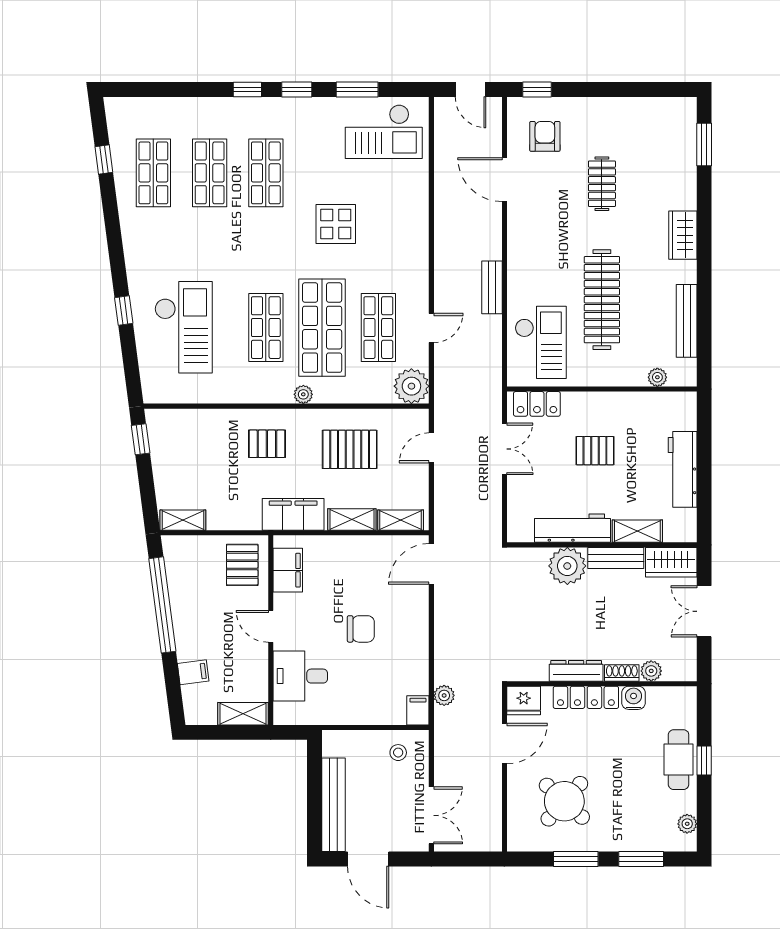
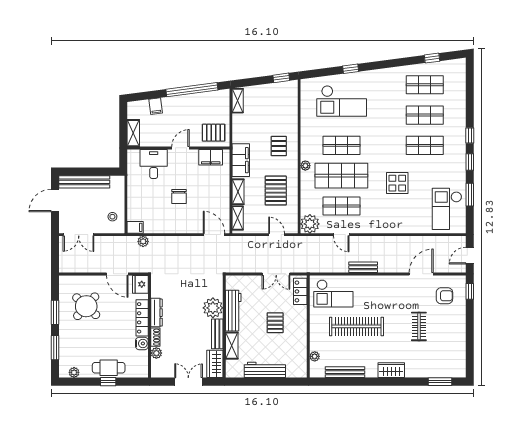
clothes rail: (602, 184) -> (419, 326), turned 90

